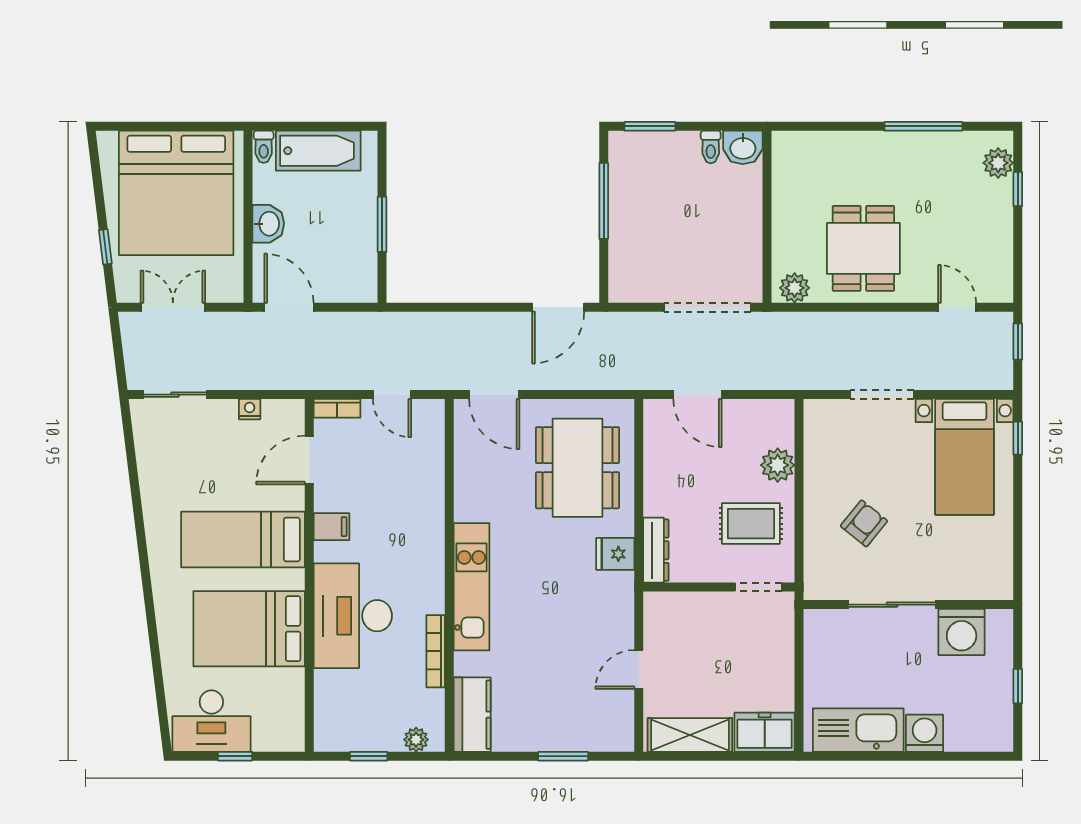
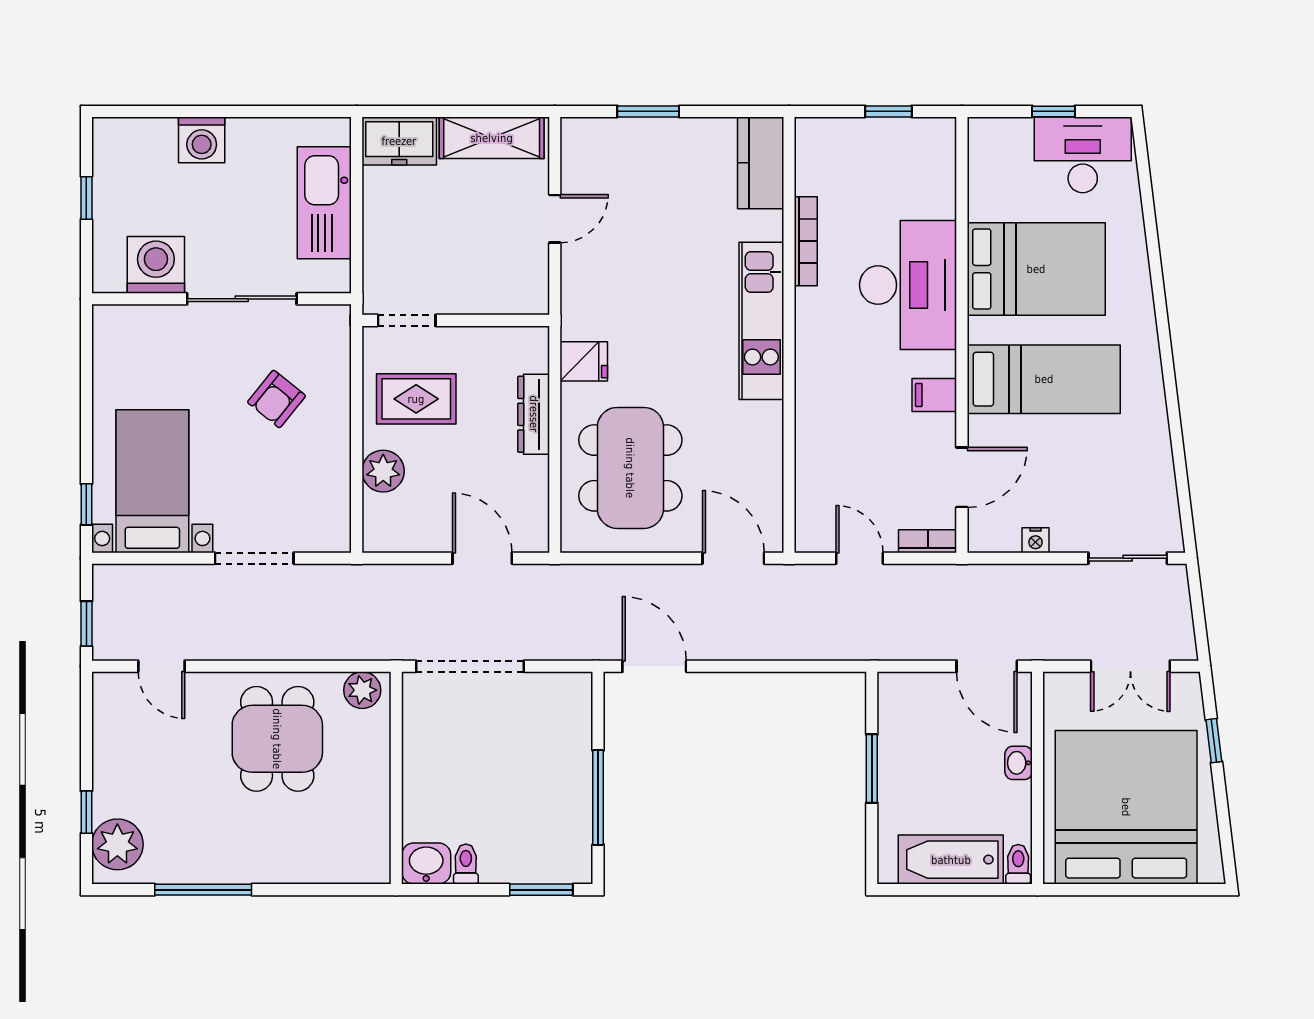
plant: (998, 163) -> (117, 844), width x1.36, depth x1.36
washbasin: (268, 224) -> (1019, 763), width x0.72, depth x0.69
door: (558, 307) -> (654, 666), hinge flipped
dresser: (656, 550) -> (534, 414), moved
kitchen sink: (858, 730) -> (324, 203), moved, turned 90
plant: (416, 740) -> (830, 132), removed

